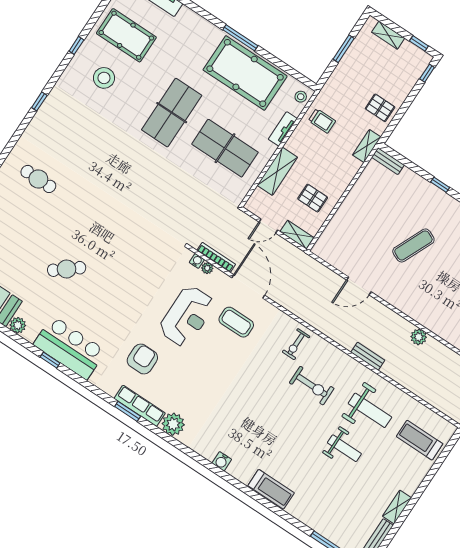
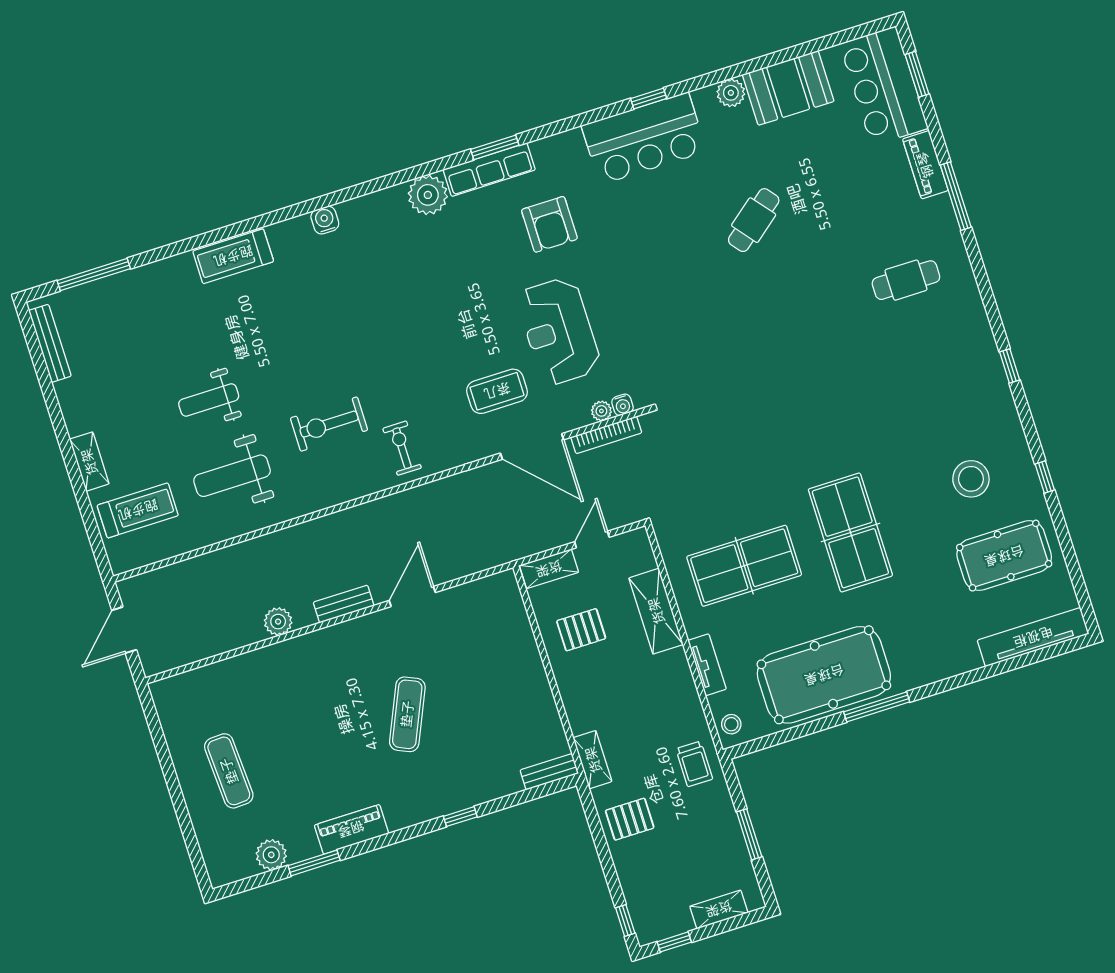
trolley: (322, 121) -> (694, 764), moved, turned -90
bench: (368, 356) -> (344, 604), moved
shelving: (397, 507) -> (89, 462), moved

